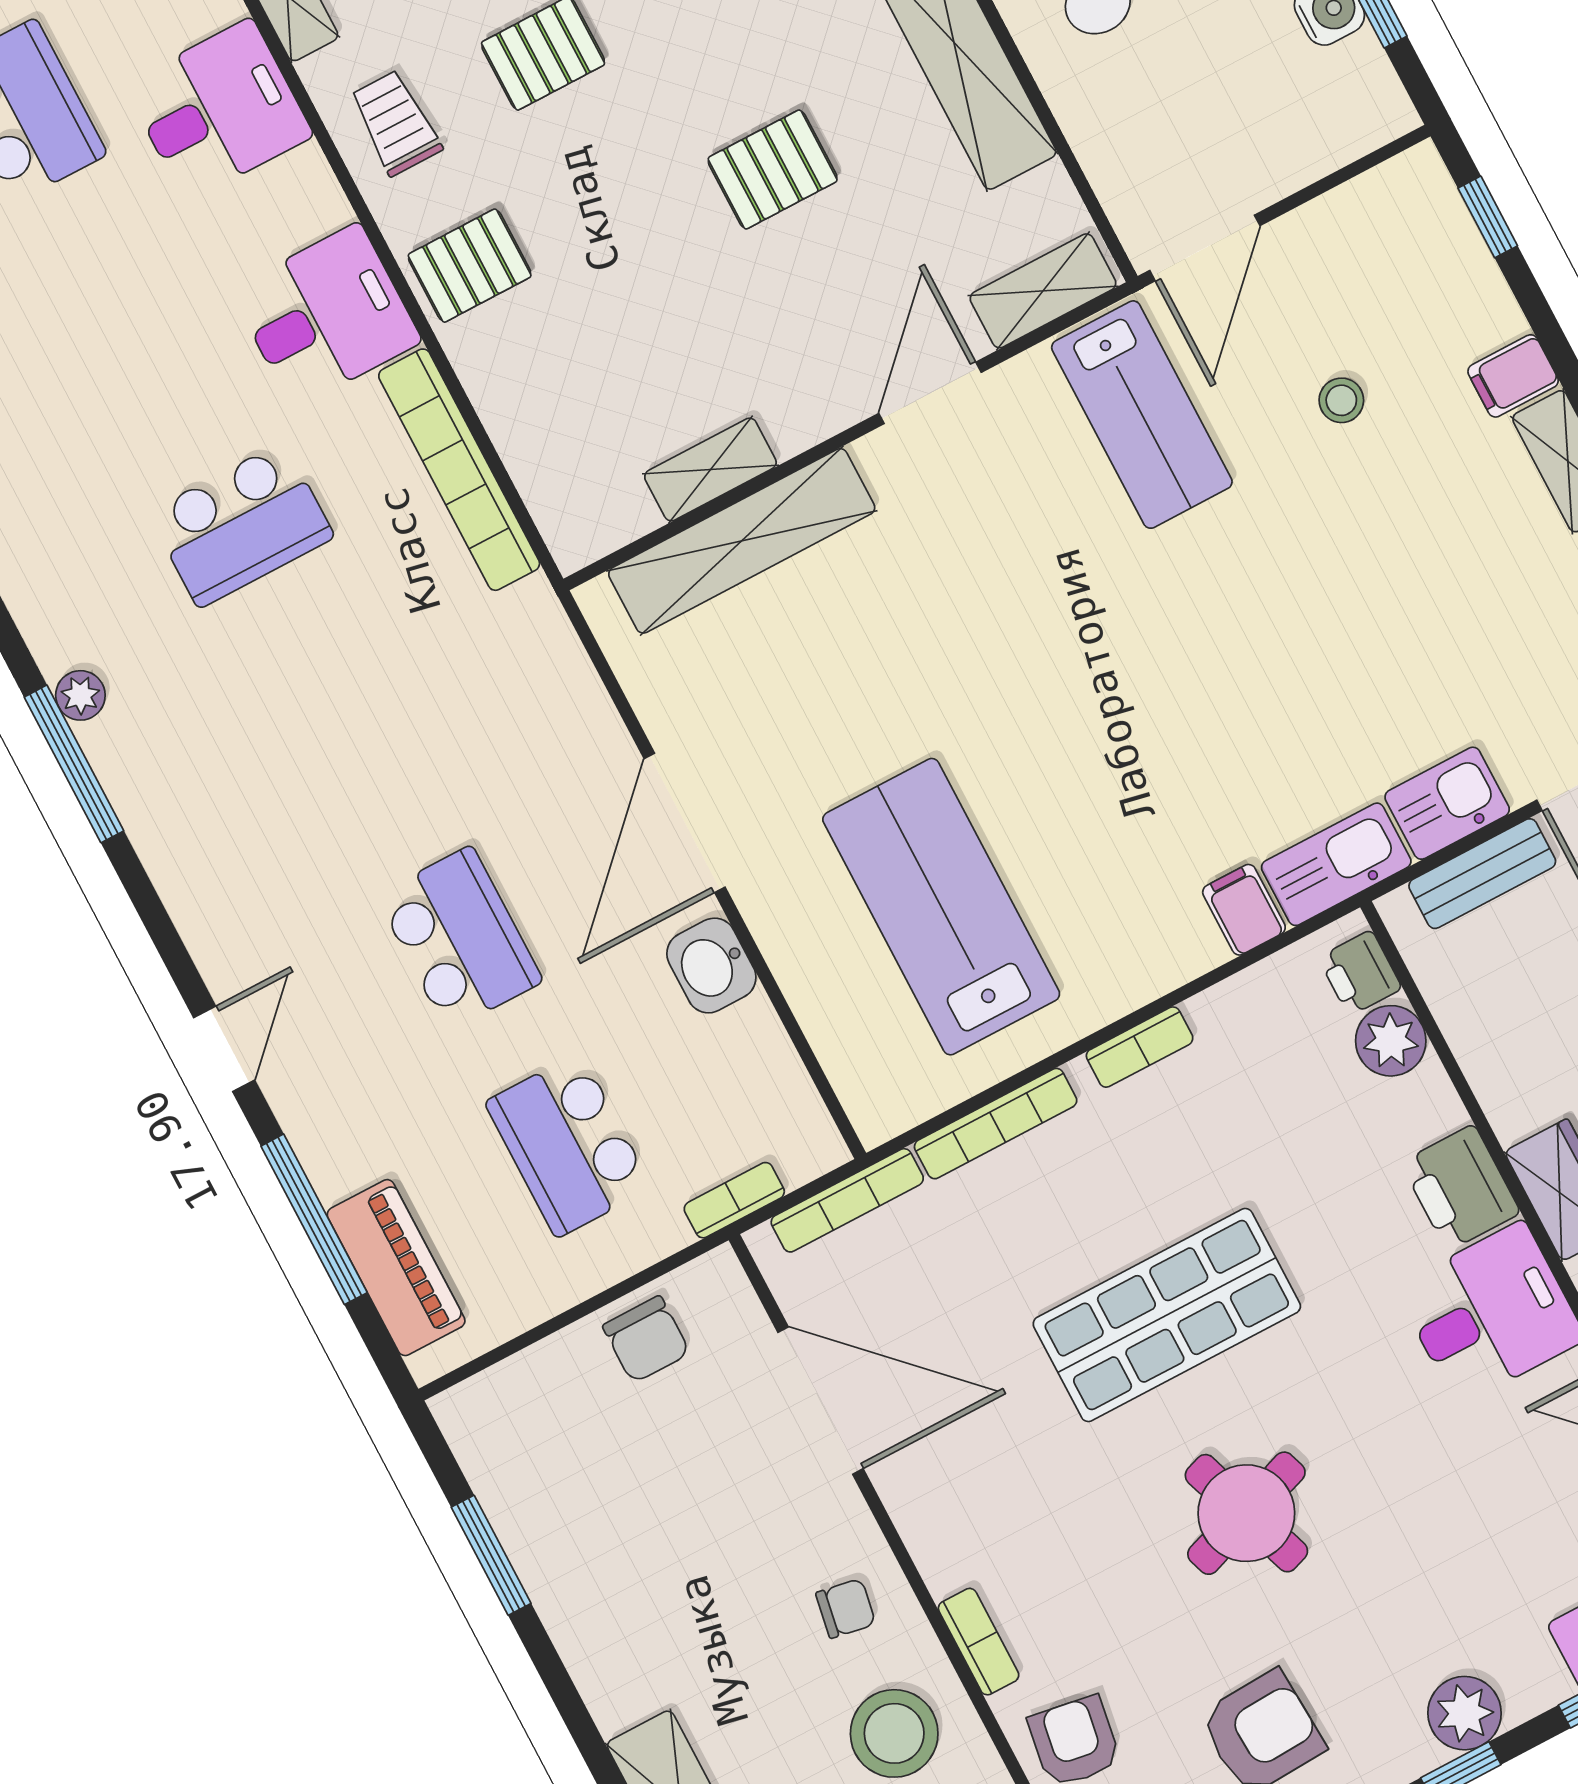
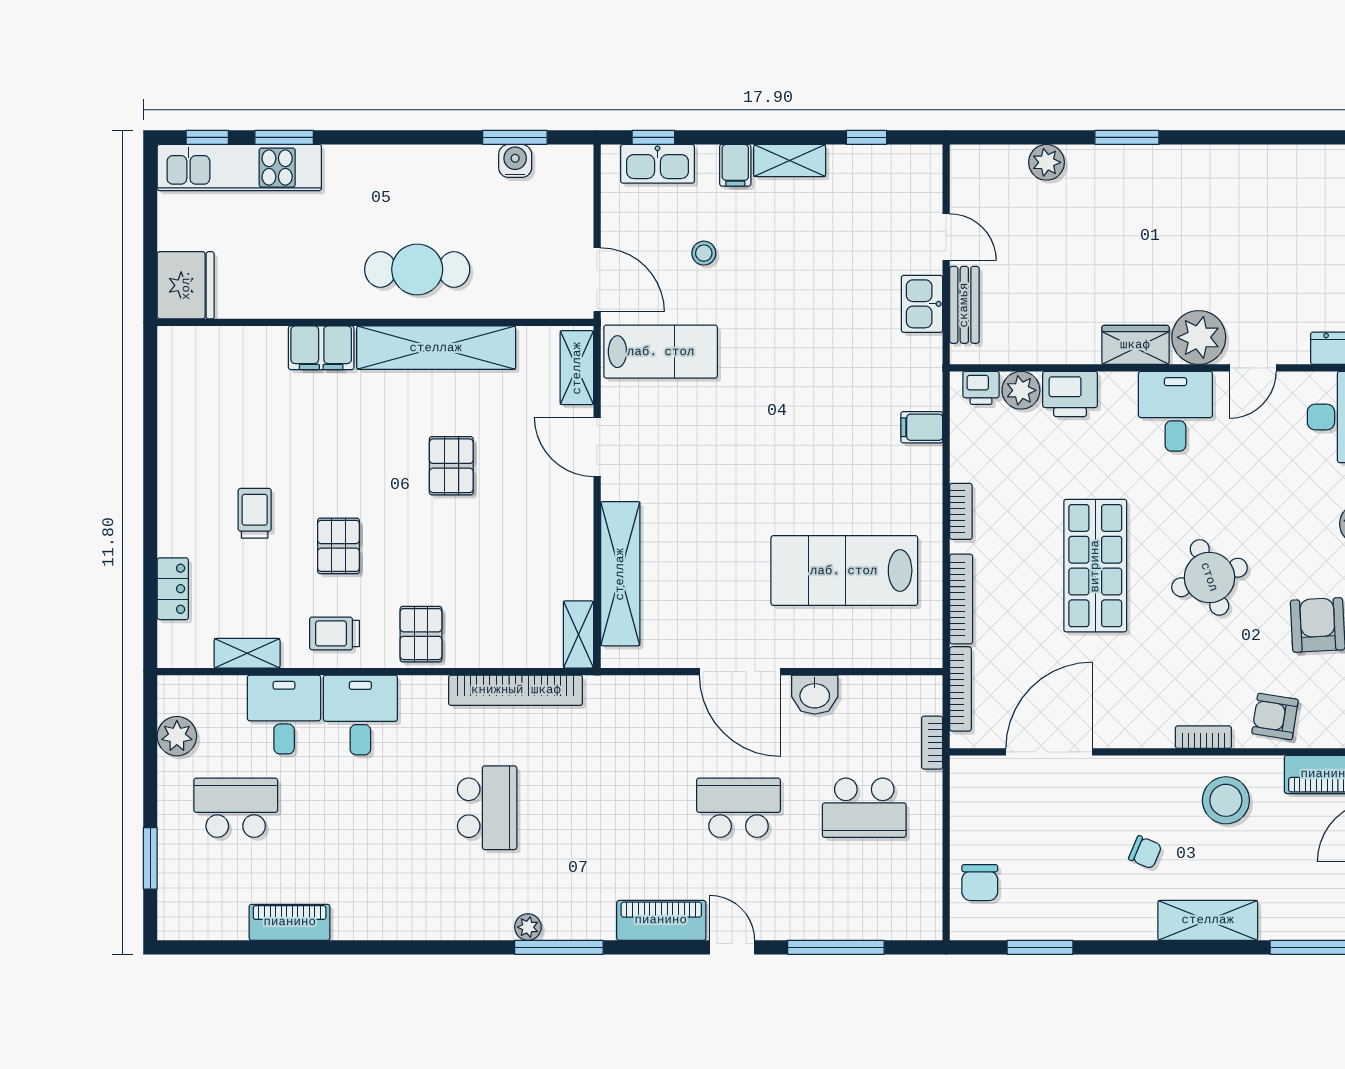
desk: (326, 316) -> (360, 715), moved
shelving: (710, 470) -> (578, 634), moved
kitchen sink: (1336, 864) -> (657, 164), moved, turned -90
printer: (1460, 1188) -> (1070, 394), moved
piano: (396, 1268) -> (661, 920), moved
chair: (646, 1339) -> (980, 883), moved, turned 90
chair: (846, 1608) -> (1145, 852), moved, turned 103

